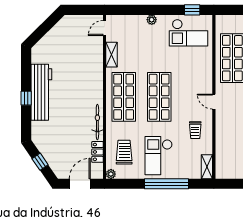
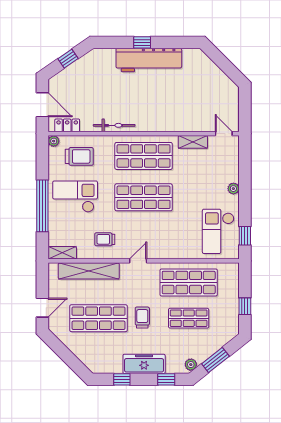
shelving: (222, 144) -> (89, 271), added
locker: (97, 152) -> (67, 125), moved

